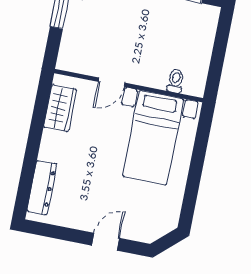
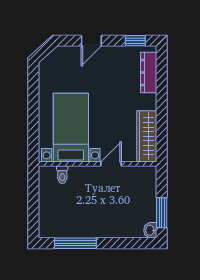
wardrobe: (60, 108) -> (147, 136), width x1.50
window: (51, 231) -> (135, 41), added

